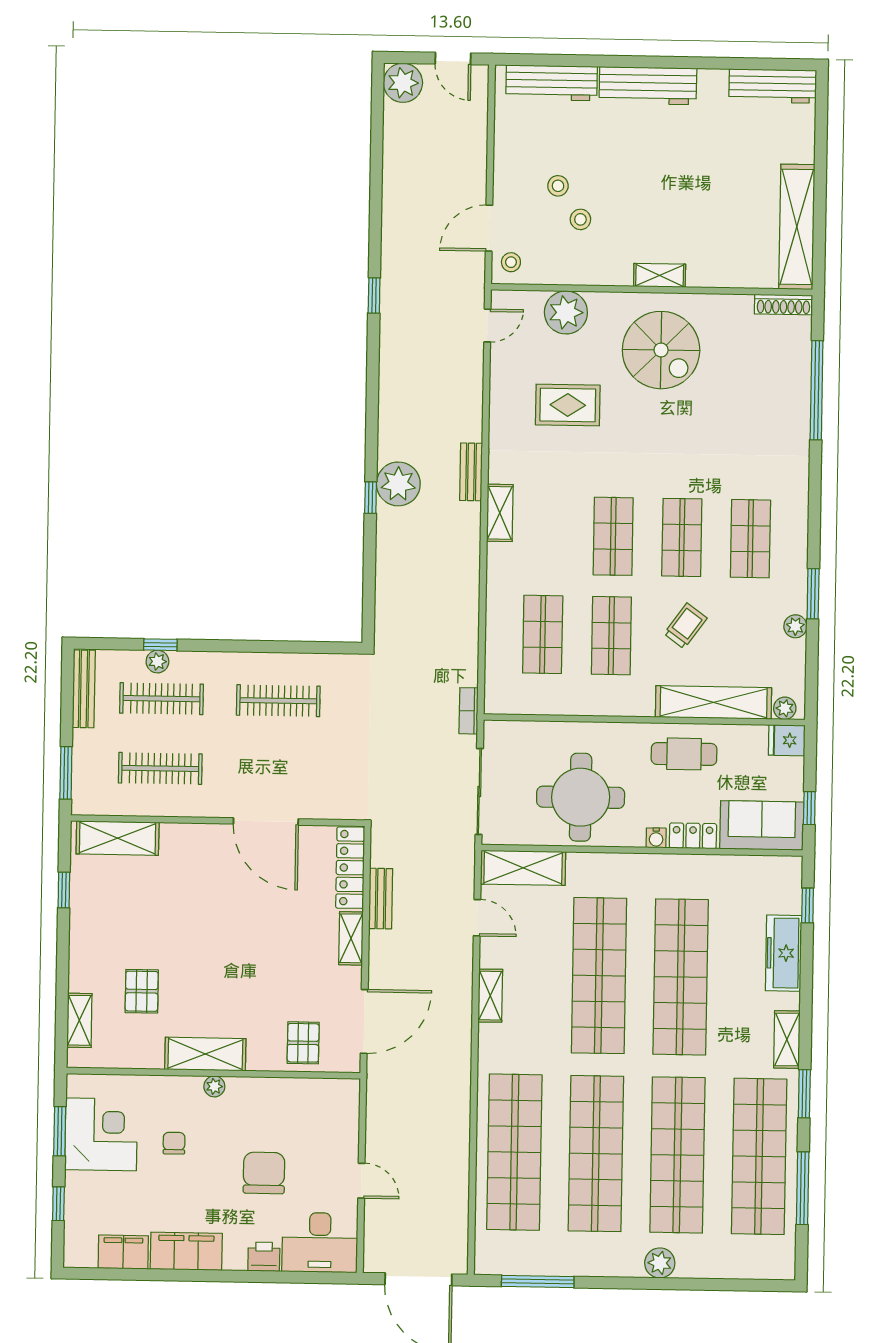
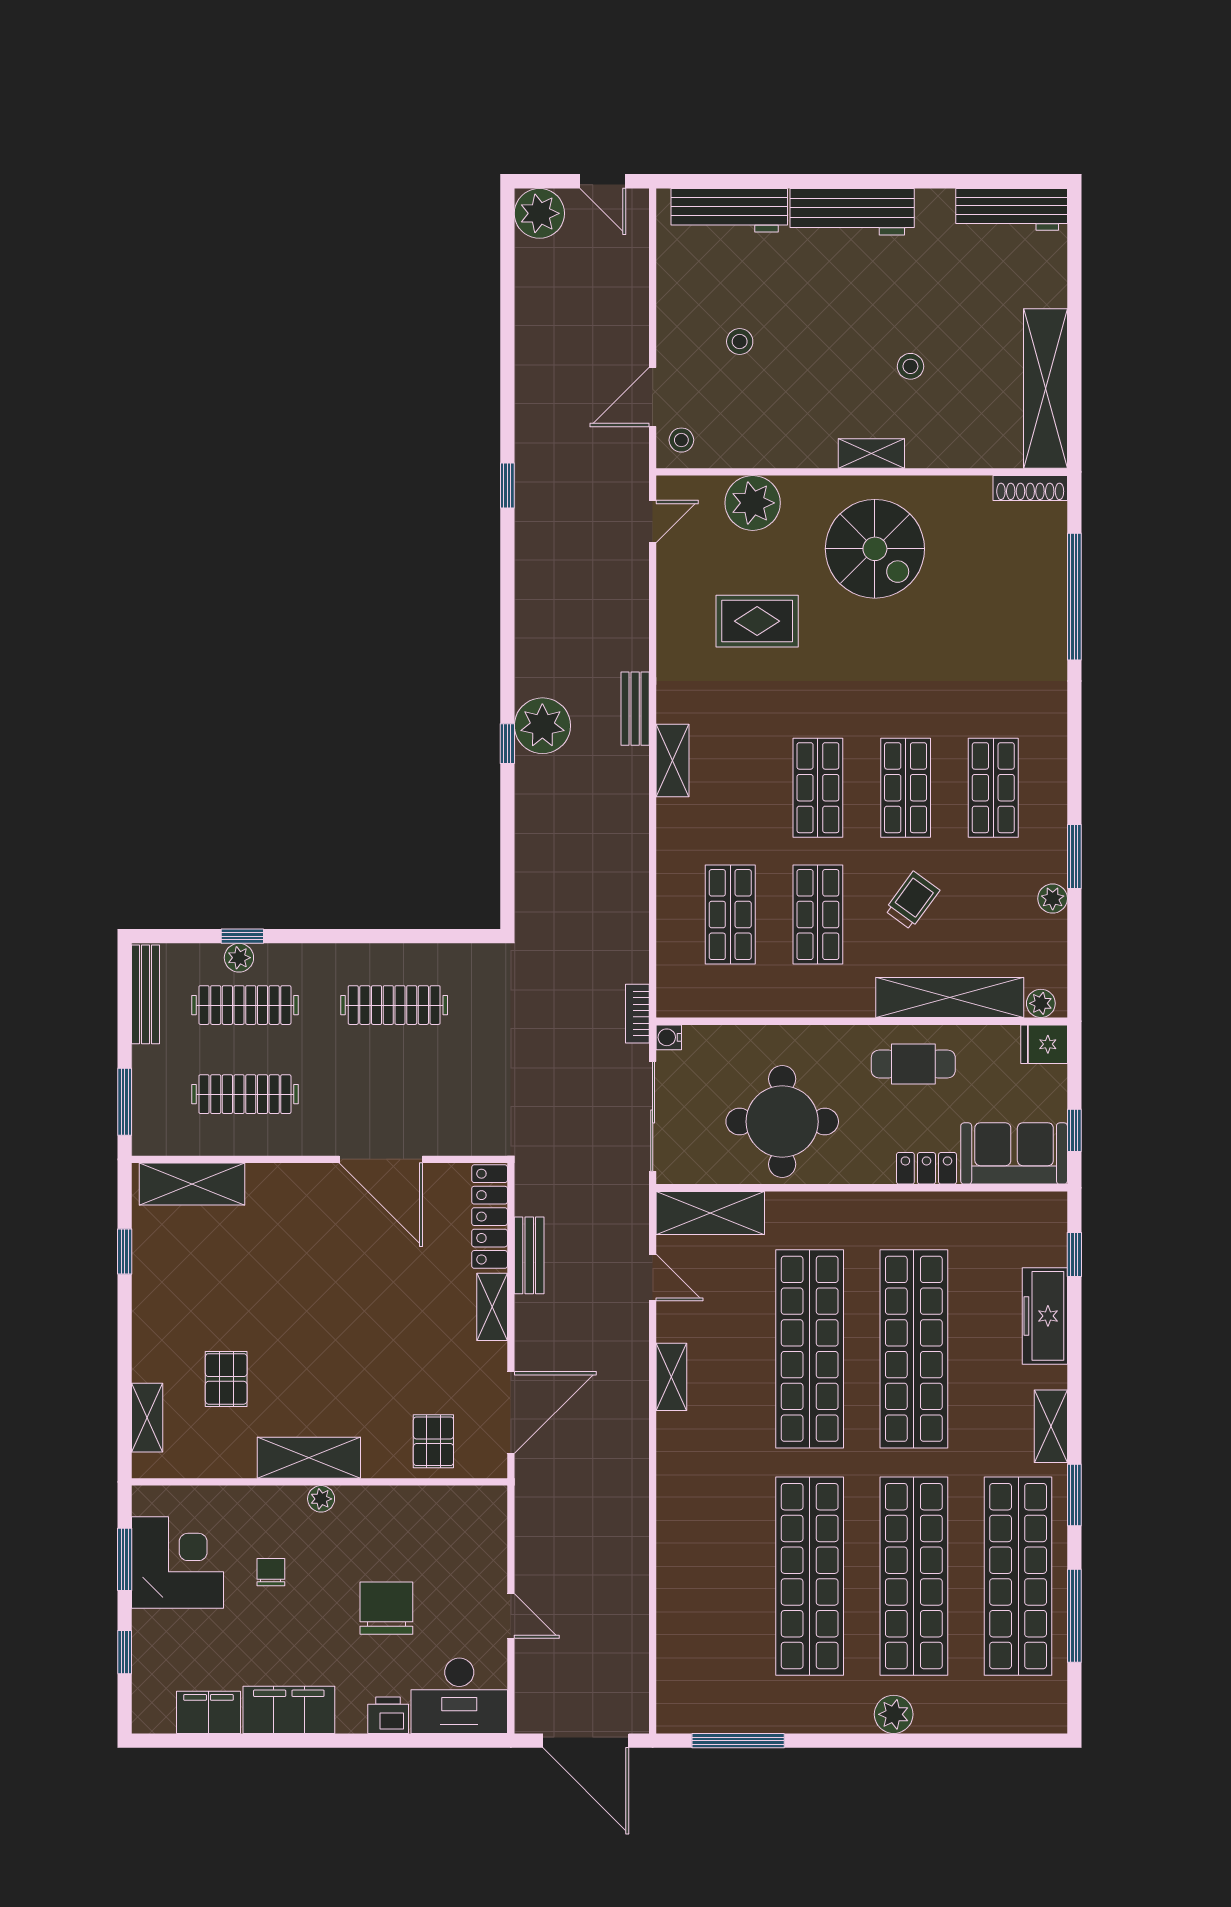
stool: (580, 219) -> (910, 366), moved
water cooler: (656, 838) -> (669, 1037), moved, turned 90
shop shelf: (514, 1152) -> (705, 1576), removed

